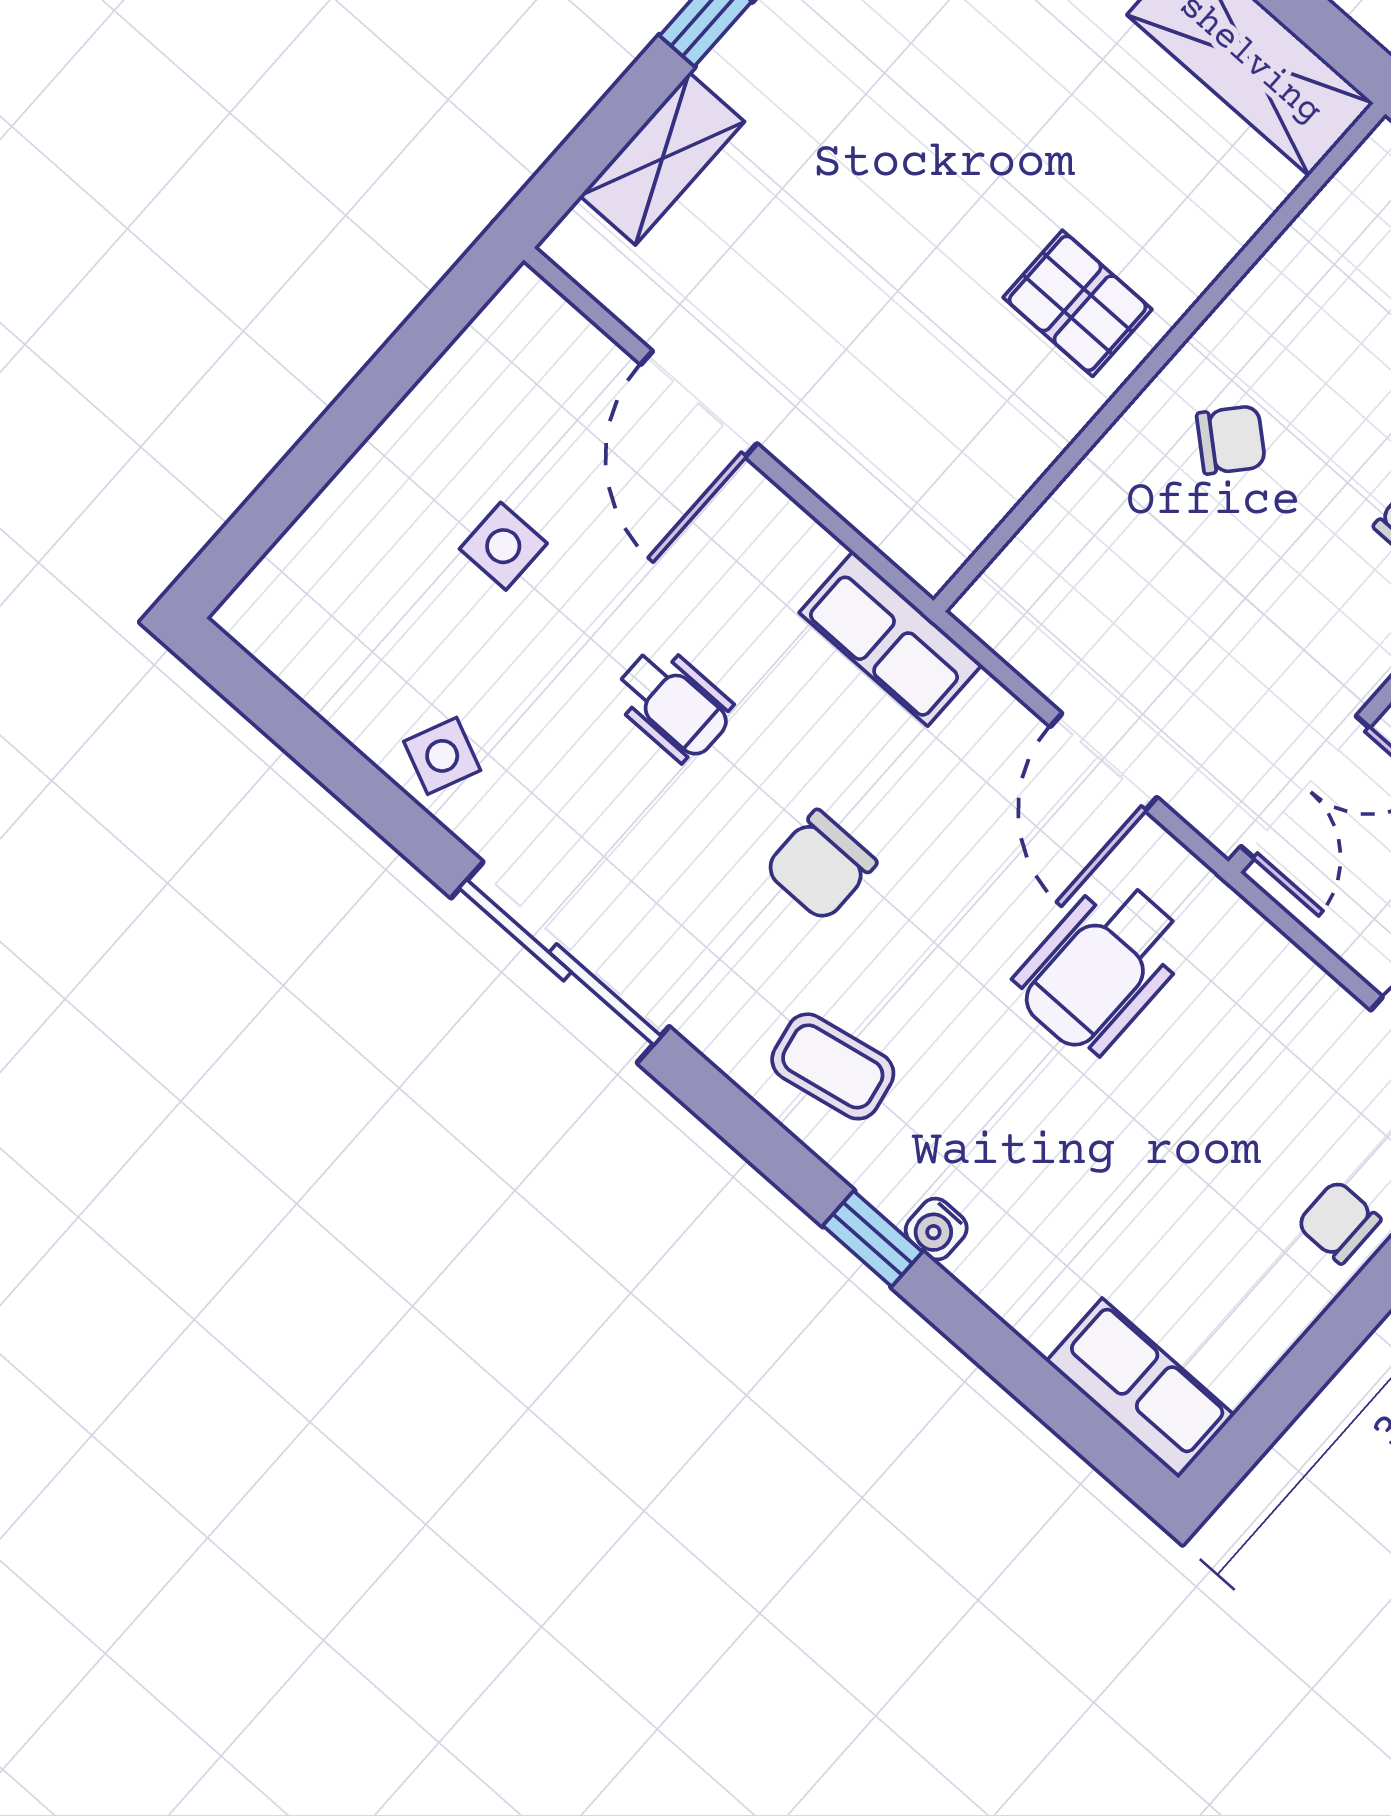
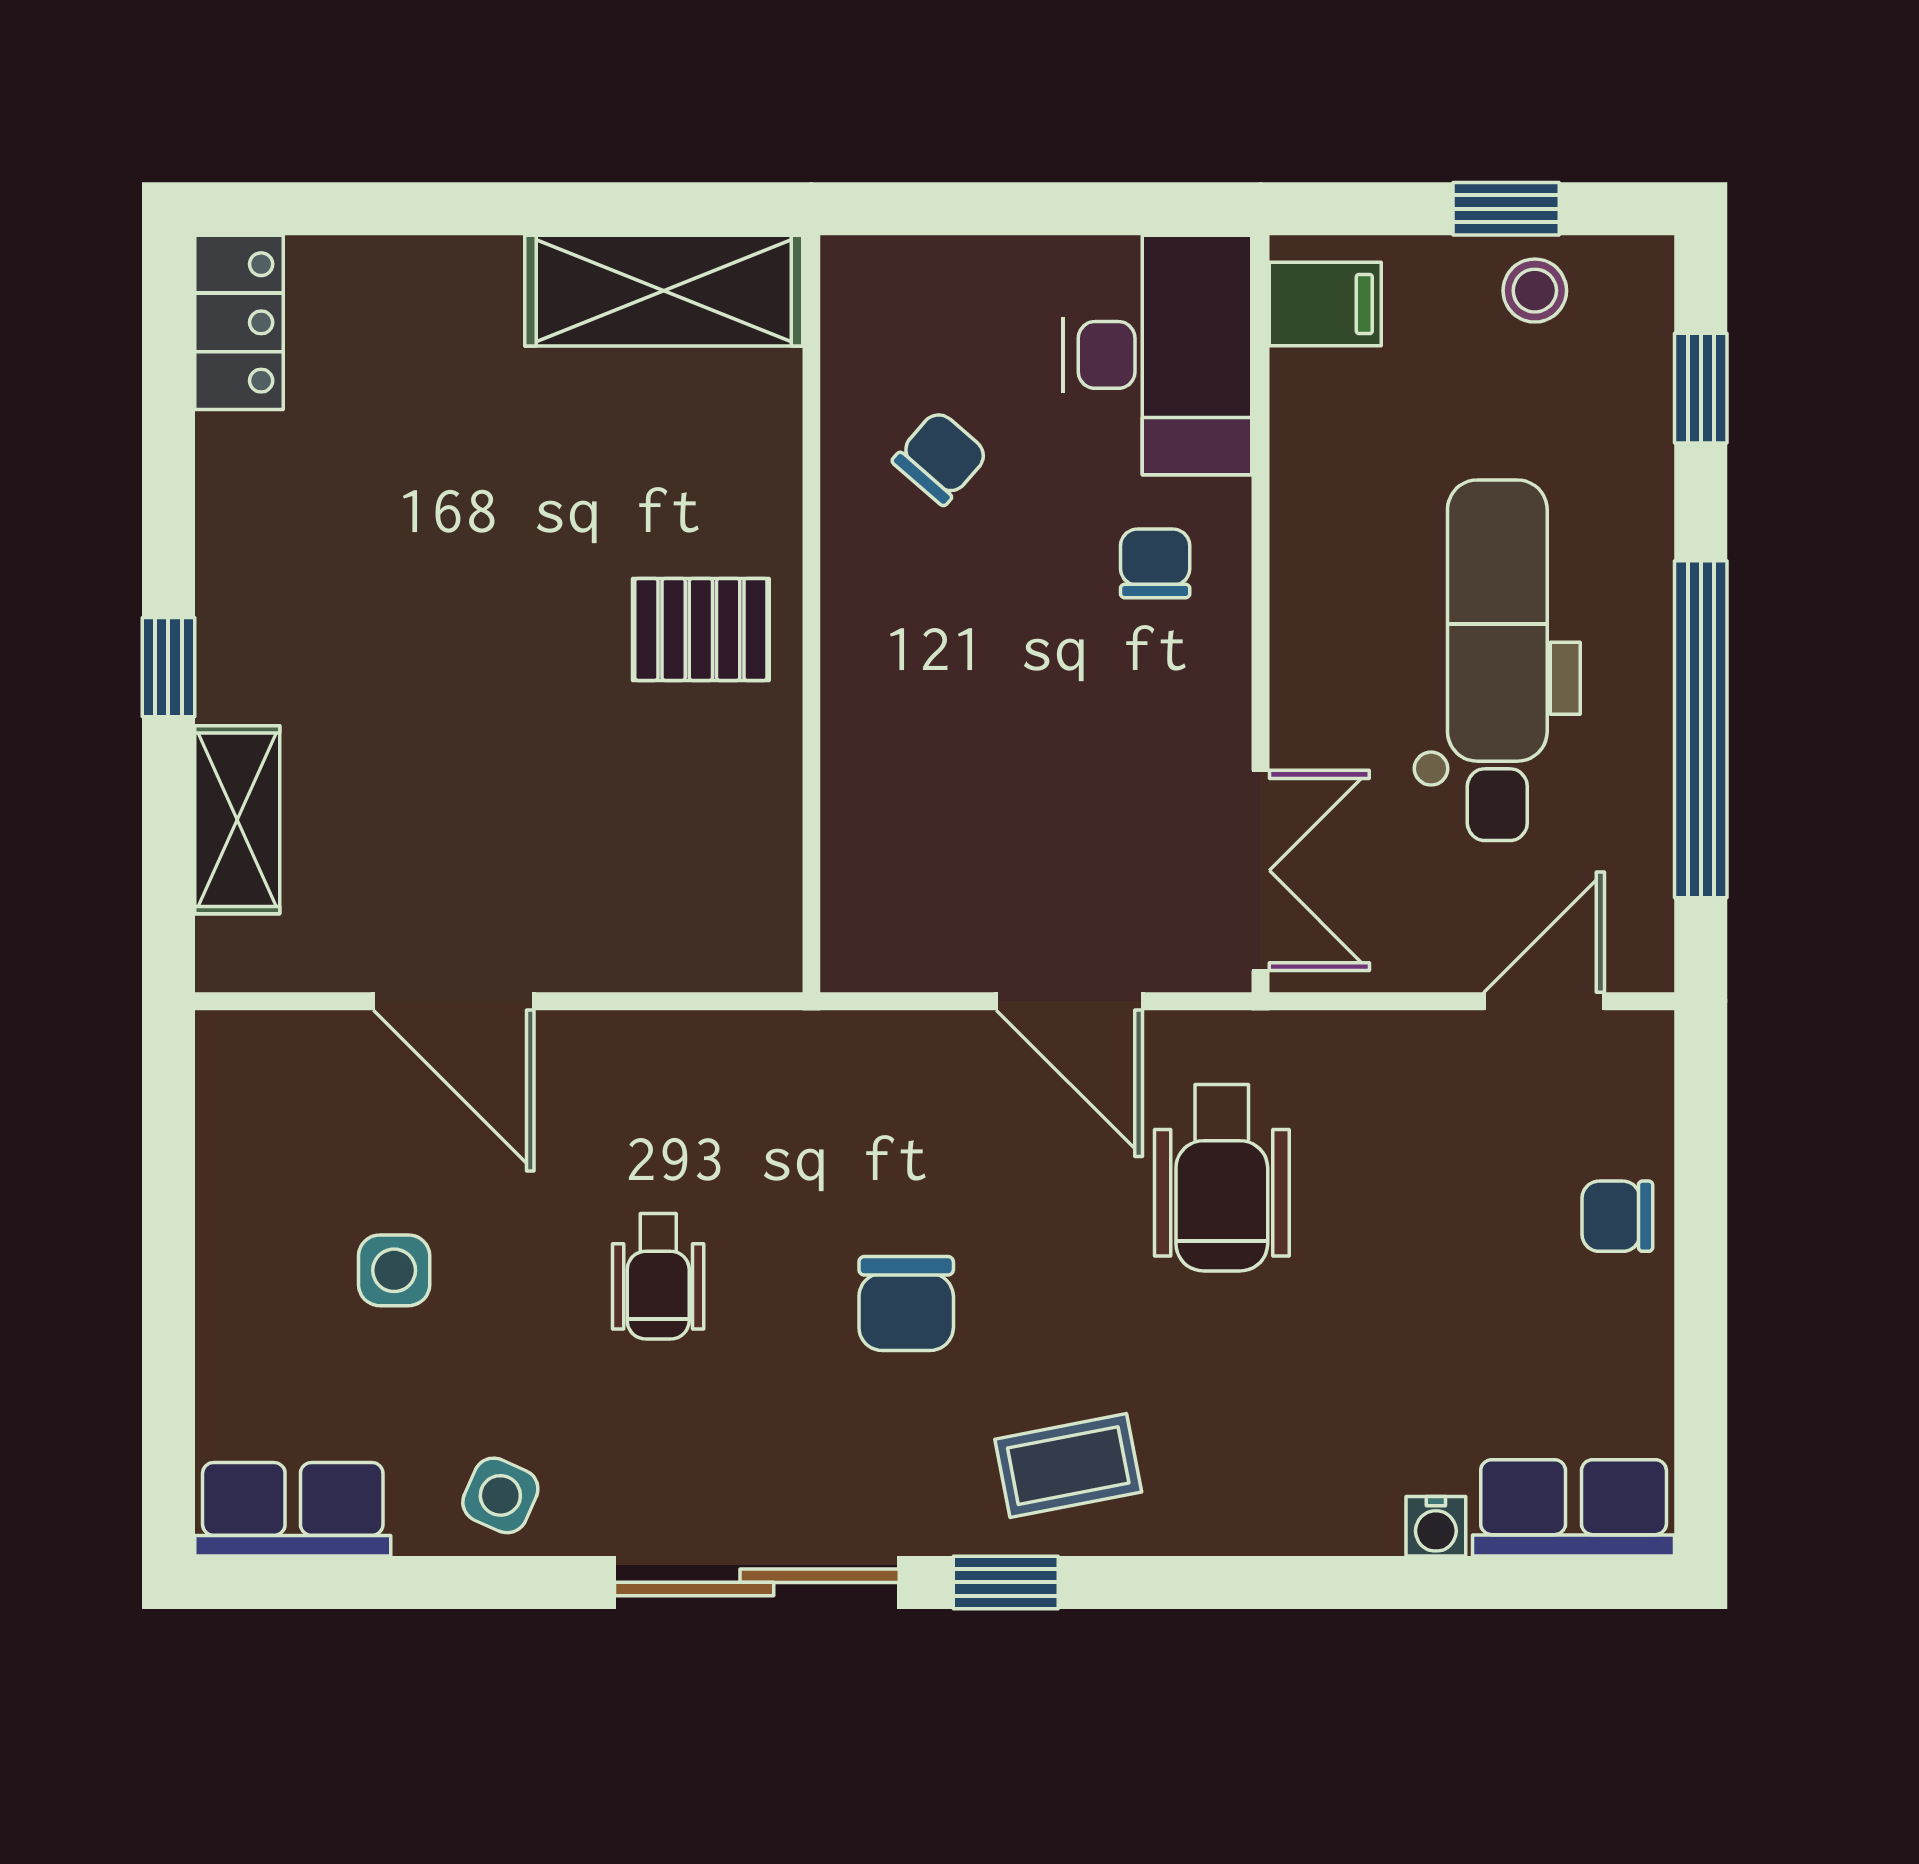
chair: (1231, 440) -> (940, 458), moved
row of seats: (891, 639) -> (293, 1509), moved, turned 180
wheelchair: (673, 704) -> (658, 1276), turned 90
water cooler: (936, 1229) -> (1436, 1526), moved
window: (873, 1239) -> (1006, 1582), moved

